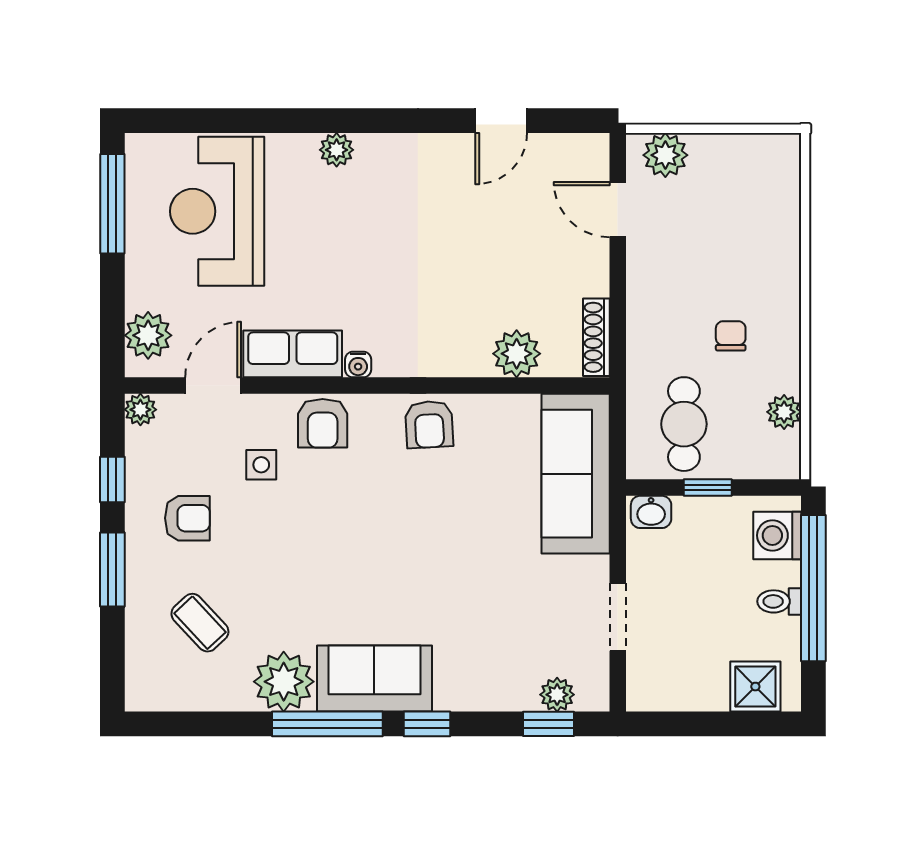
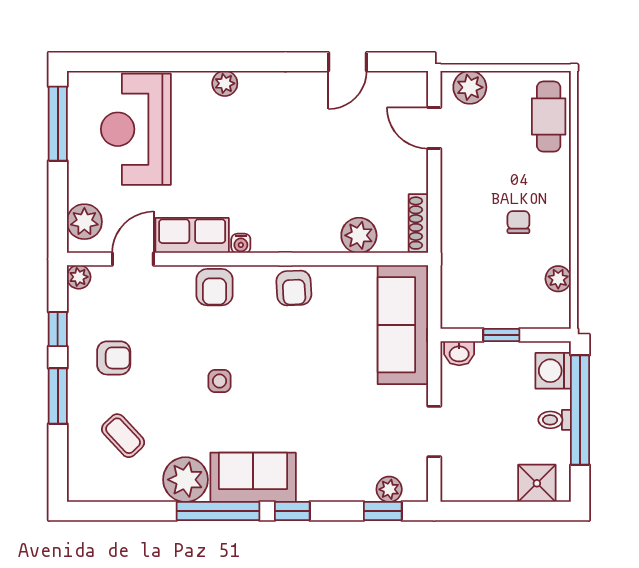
cafe table: (684, 424) -> (549, 117), moved
side table: (261, 465) -> (219, 381), moved

